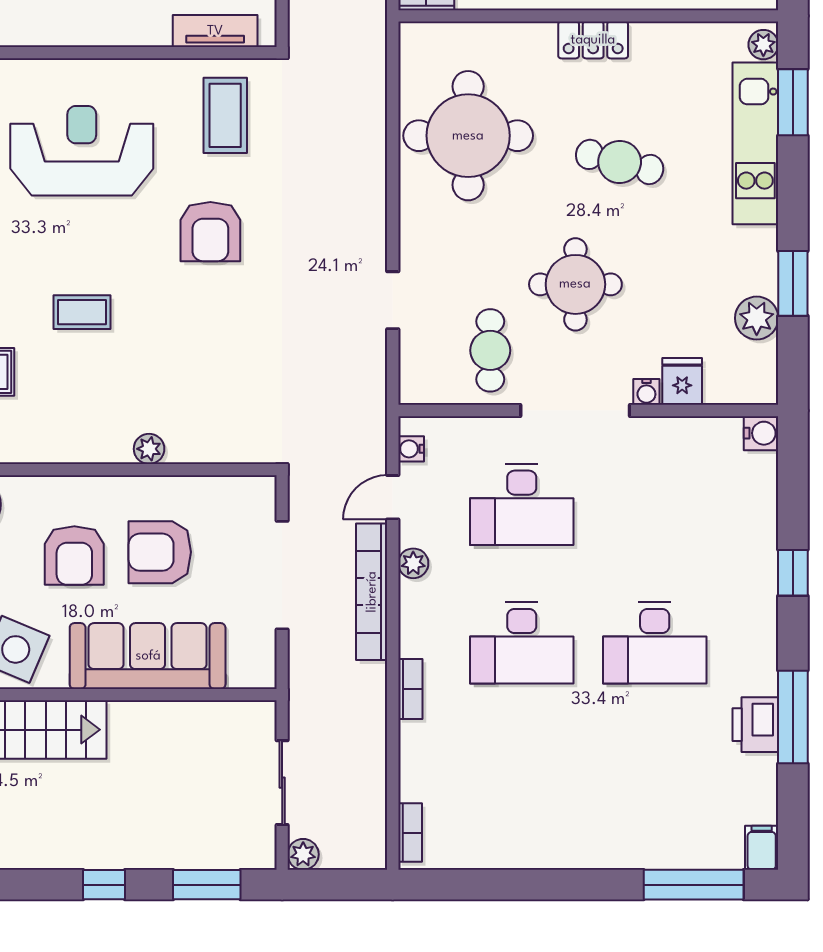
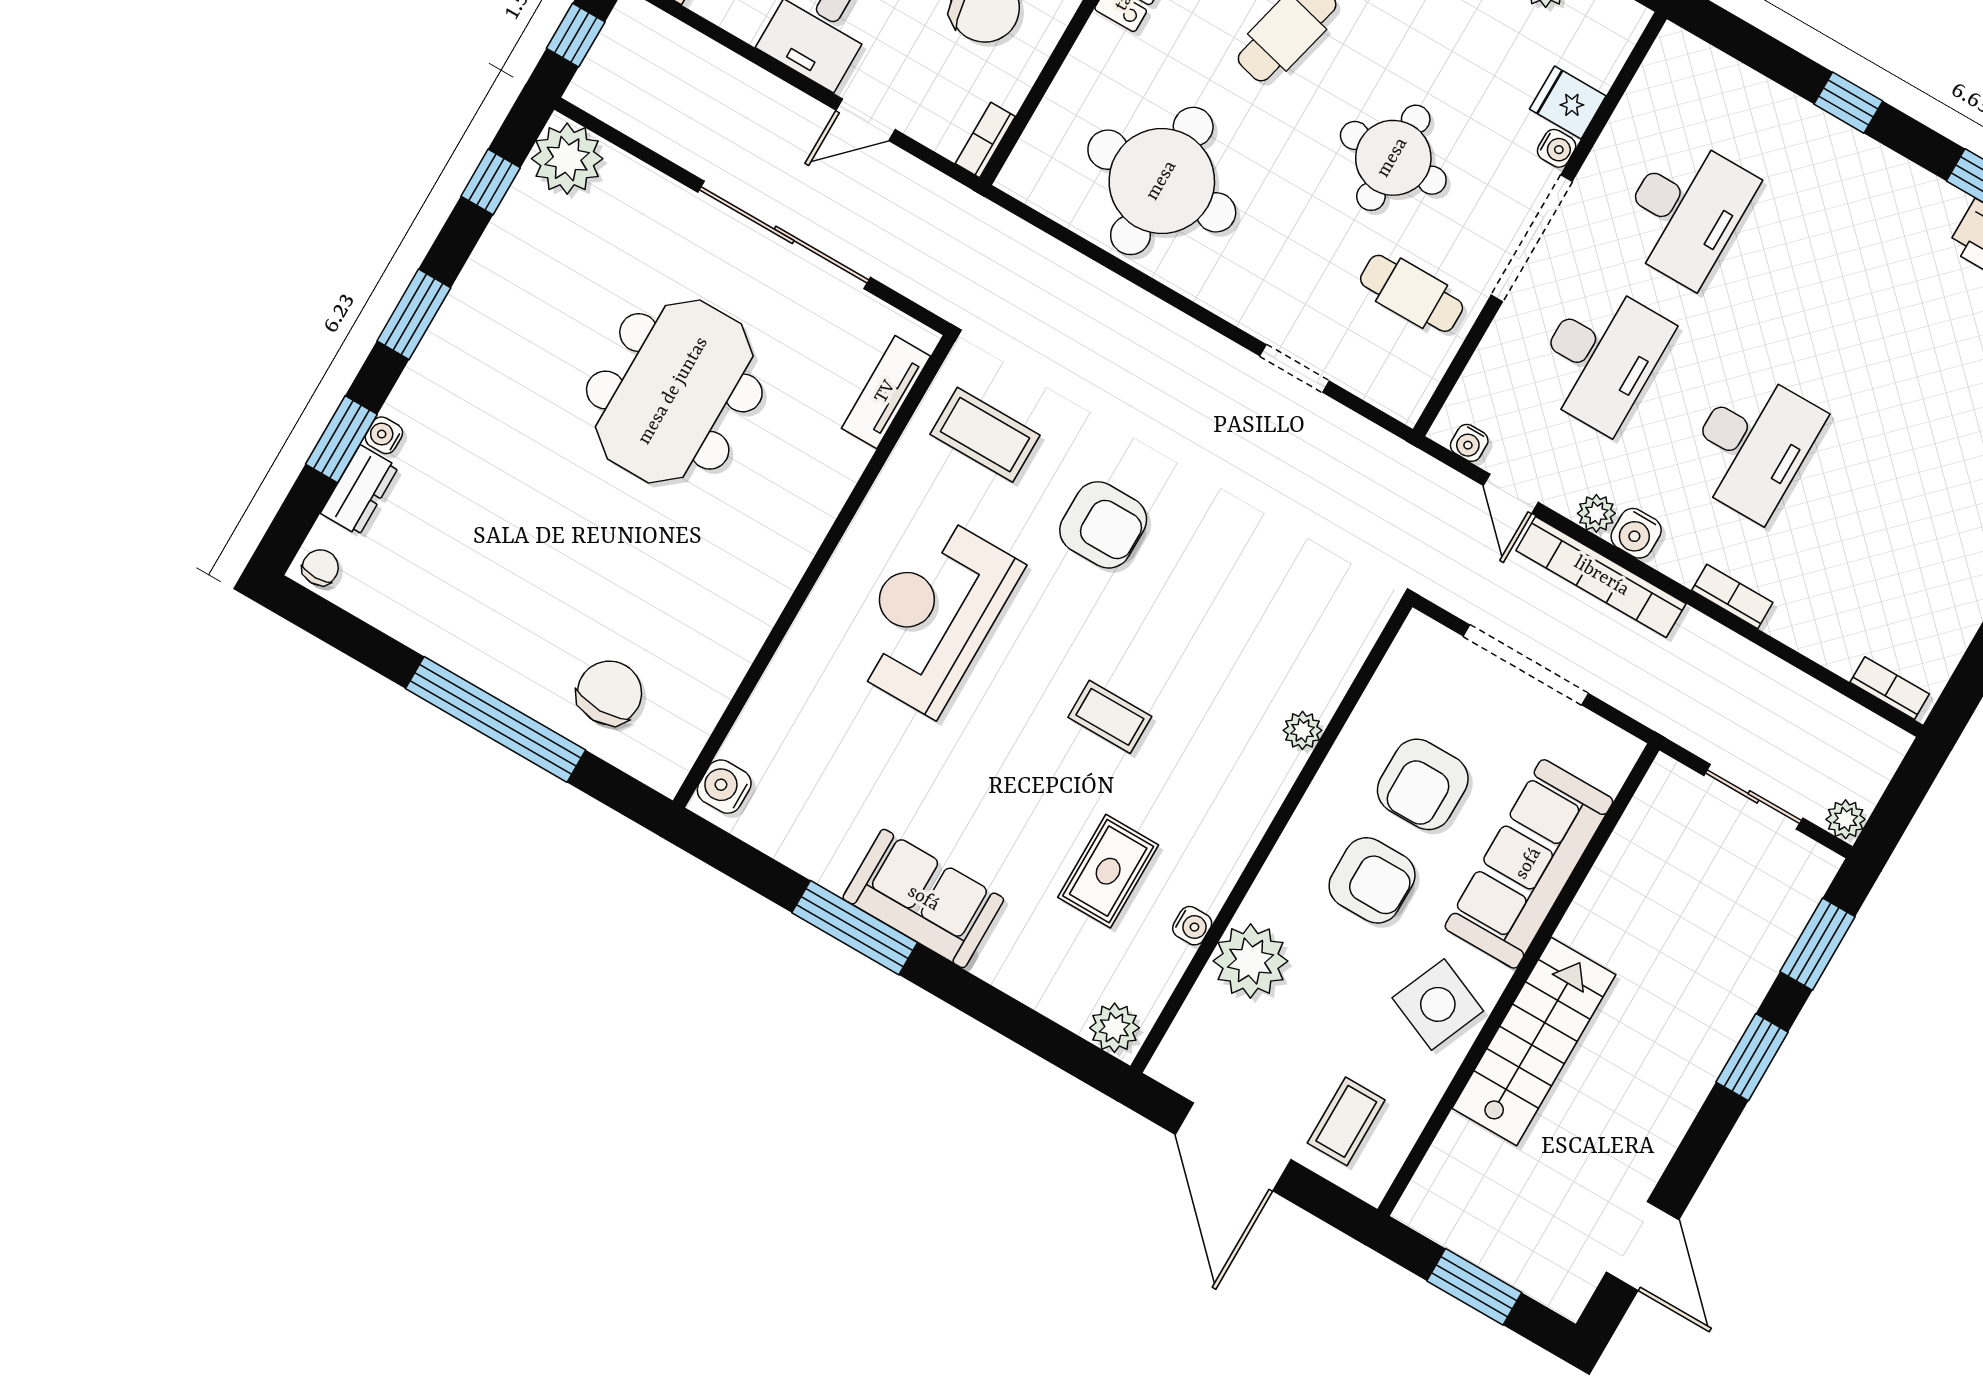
coffee table: (82, 312) -> (1110, 717), turned 90
water cooler: (761, 433) -> (1636, 533), moved, turned 180
desk: (655, 643) -> (1685, 211), moved
window: (104, 885) -> (1752, 1057), width x1.50

